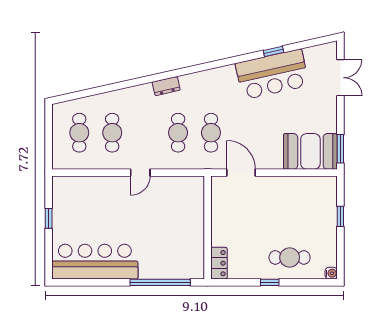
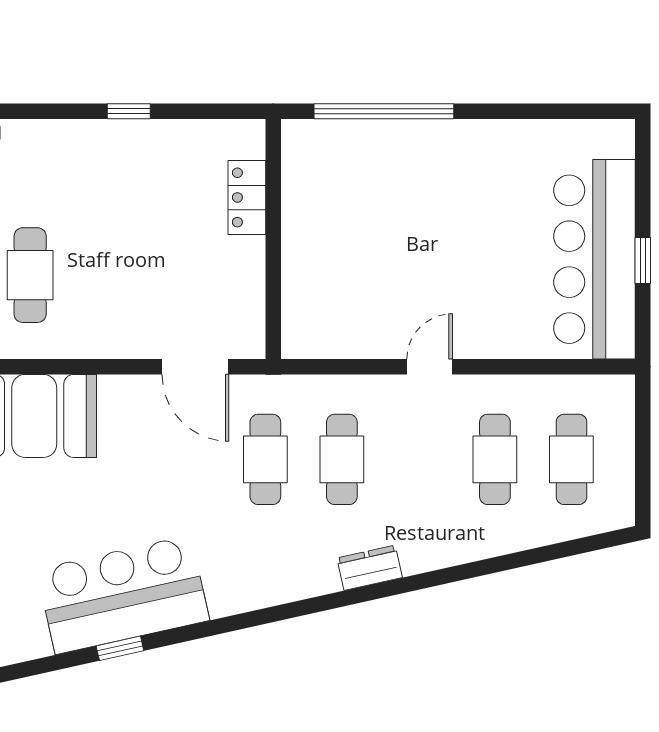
cafe table: (290, 257) -> (30, 275), moved, turned 90
bar counter: (95, 262) -> (594, 259), moved, turned 90
locker: (219, 263) -> (247, 197), moved

